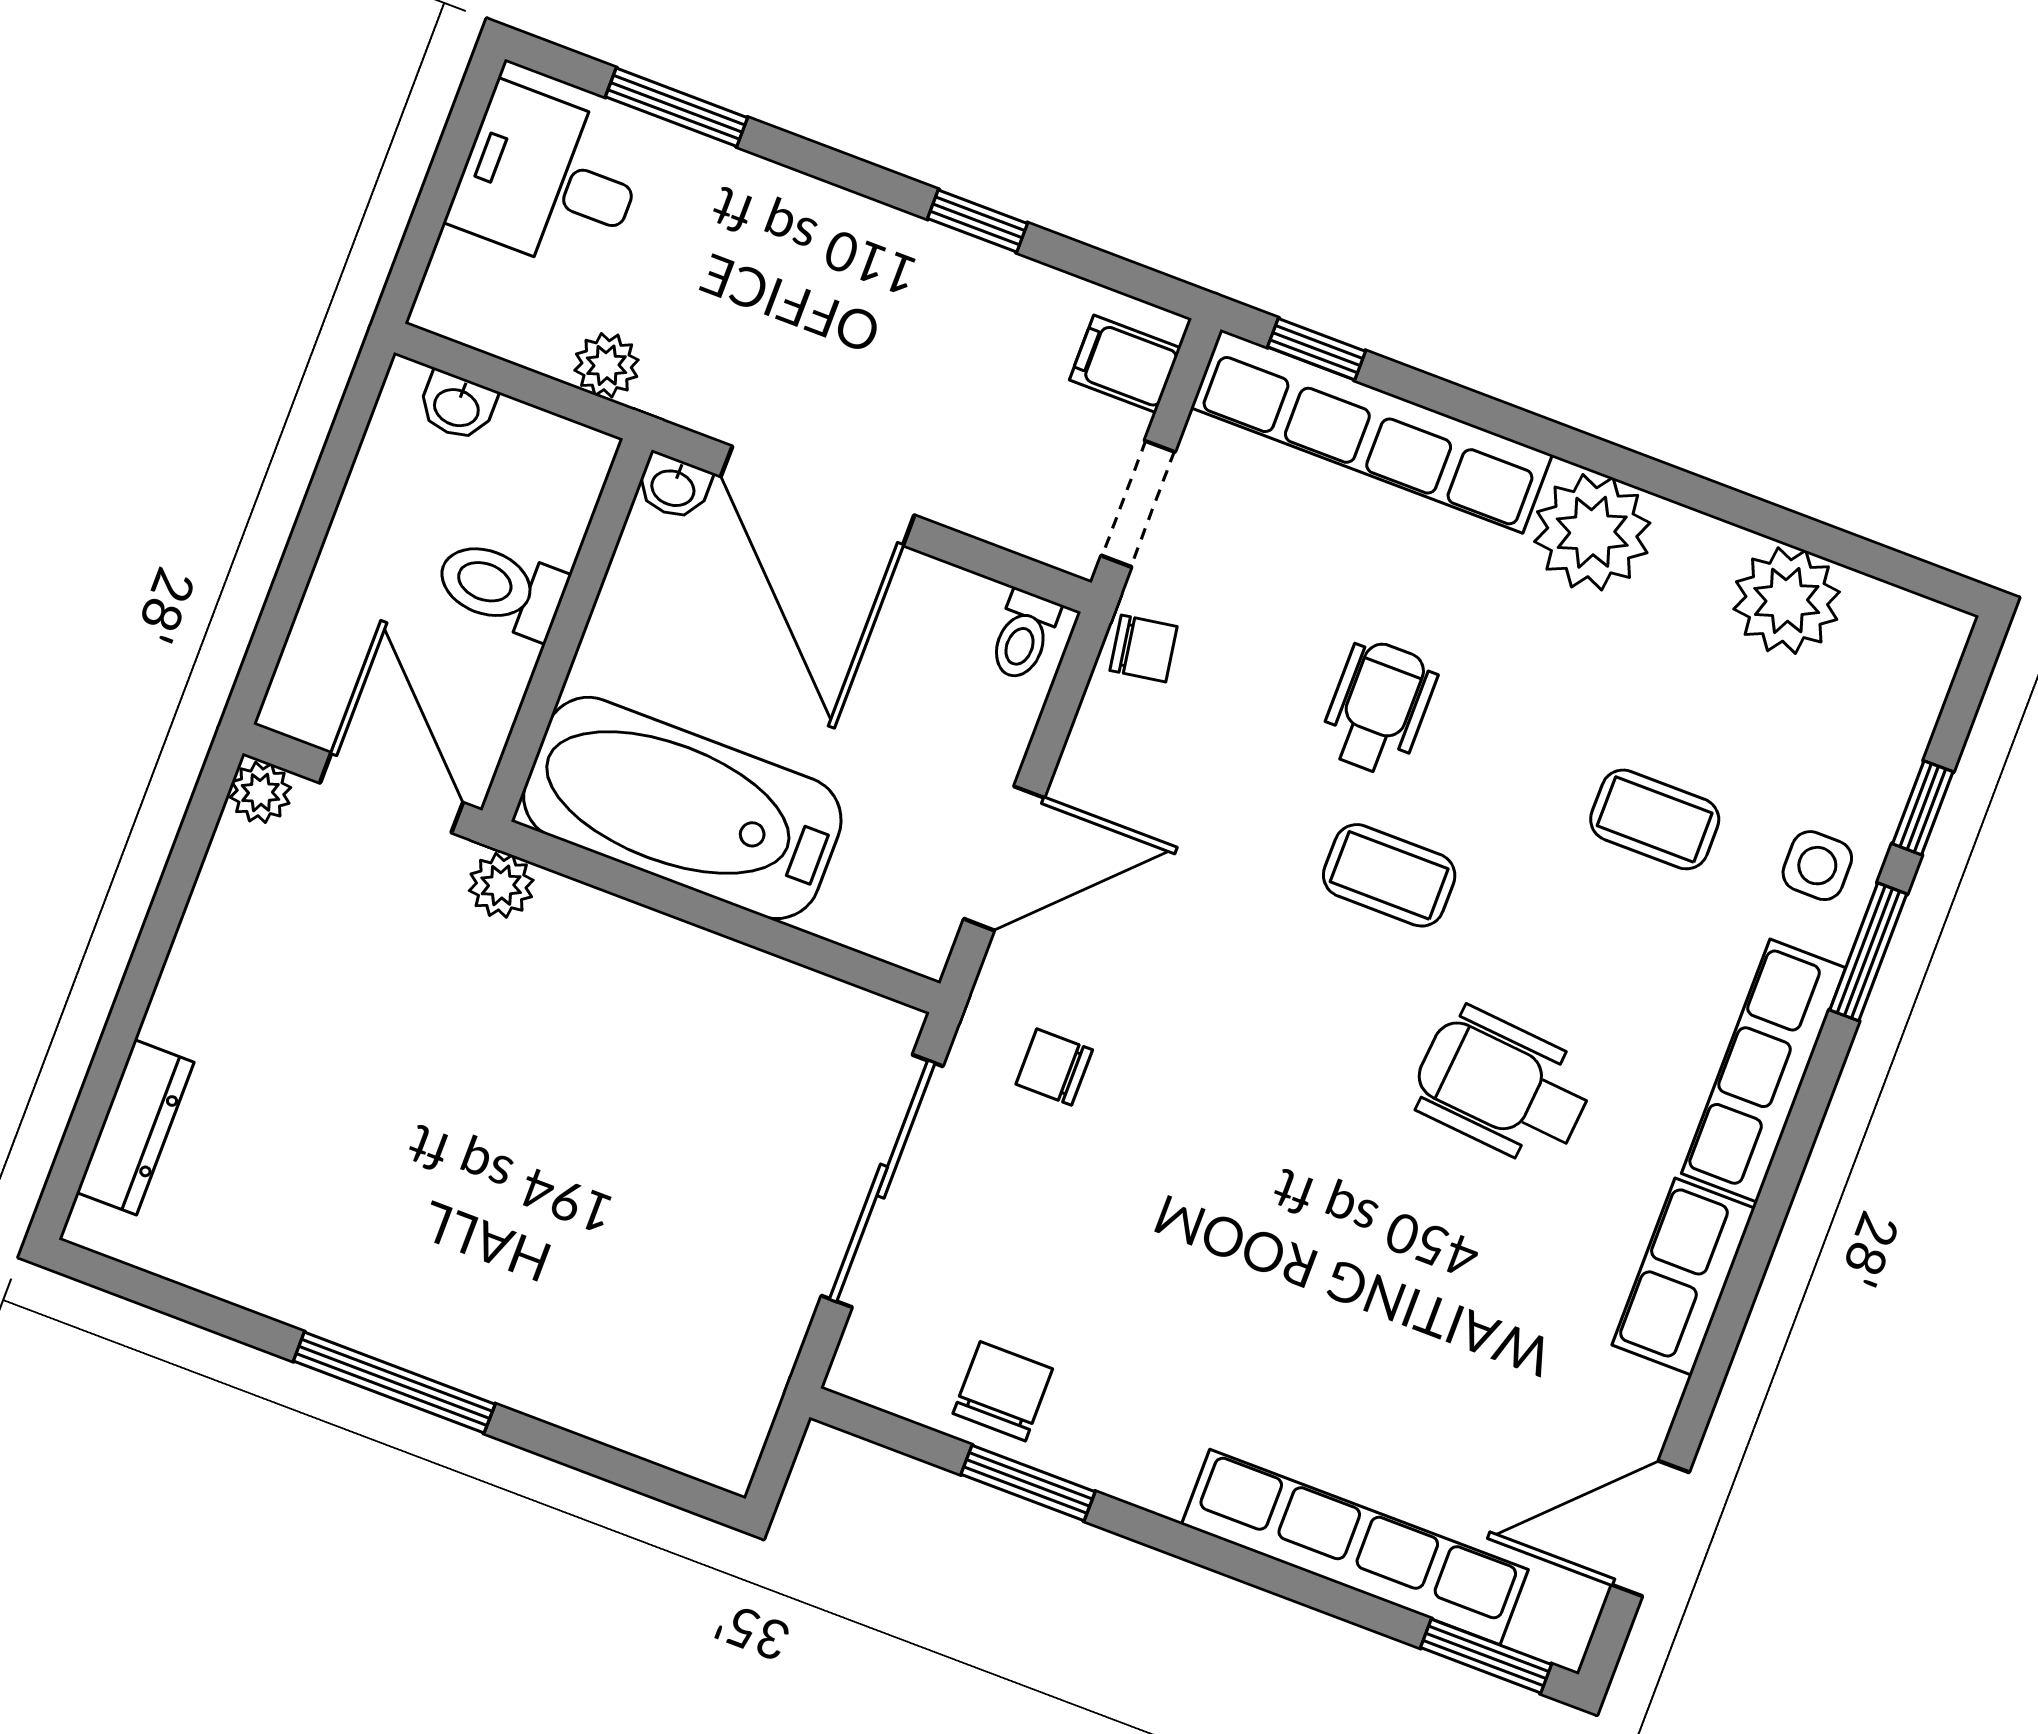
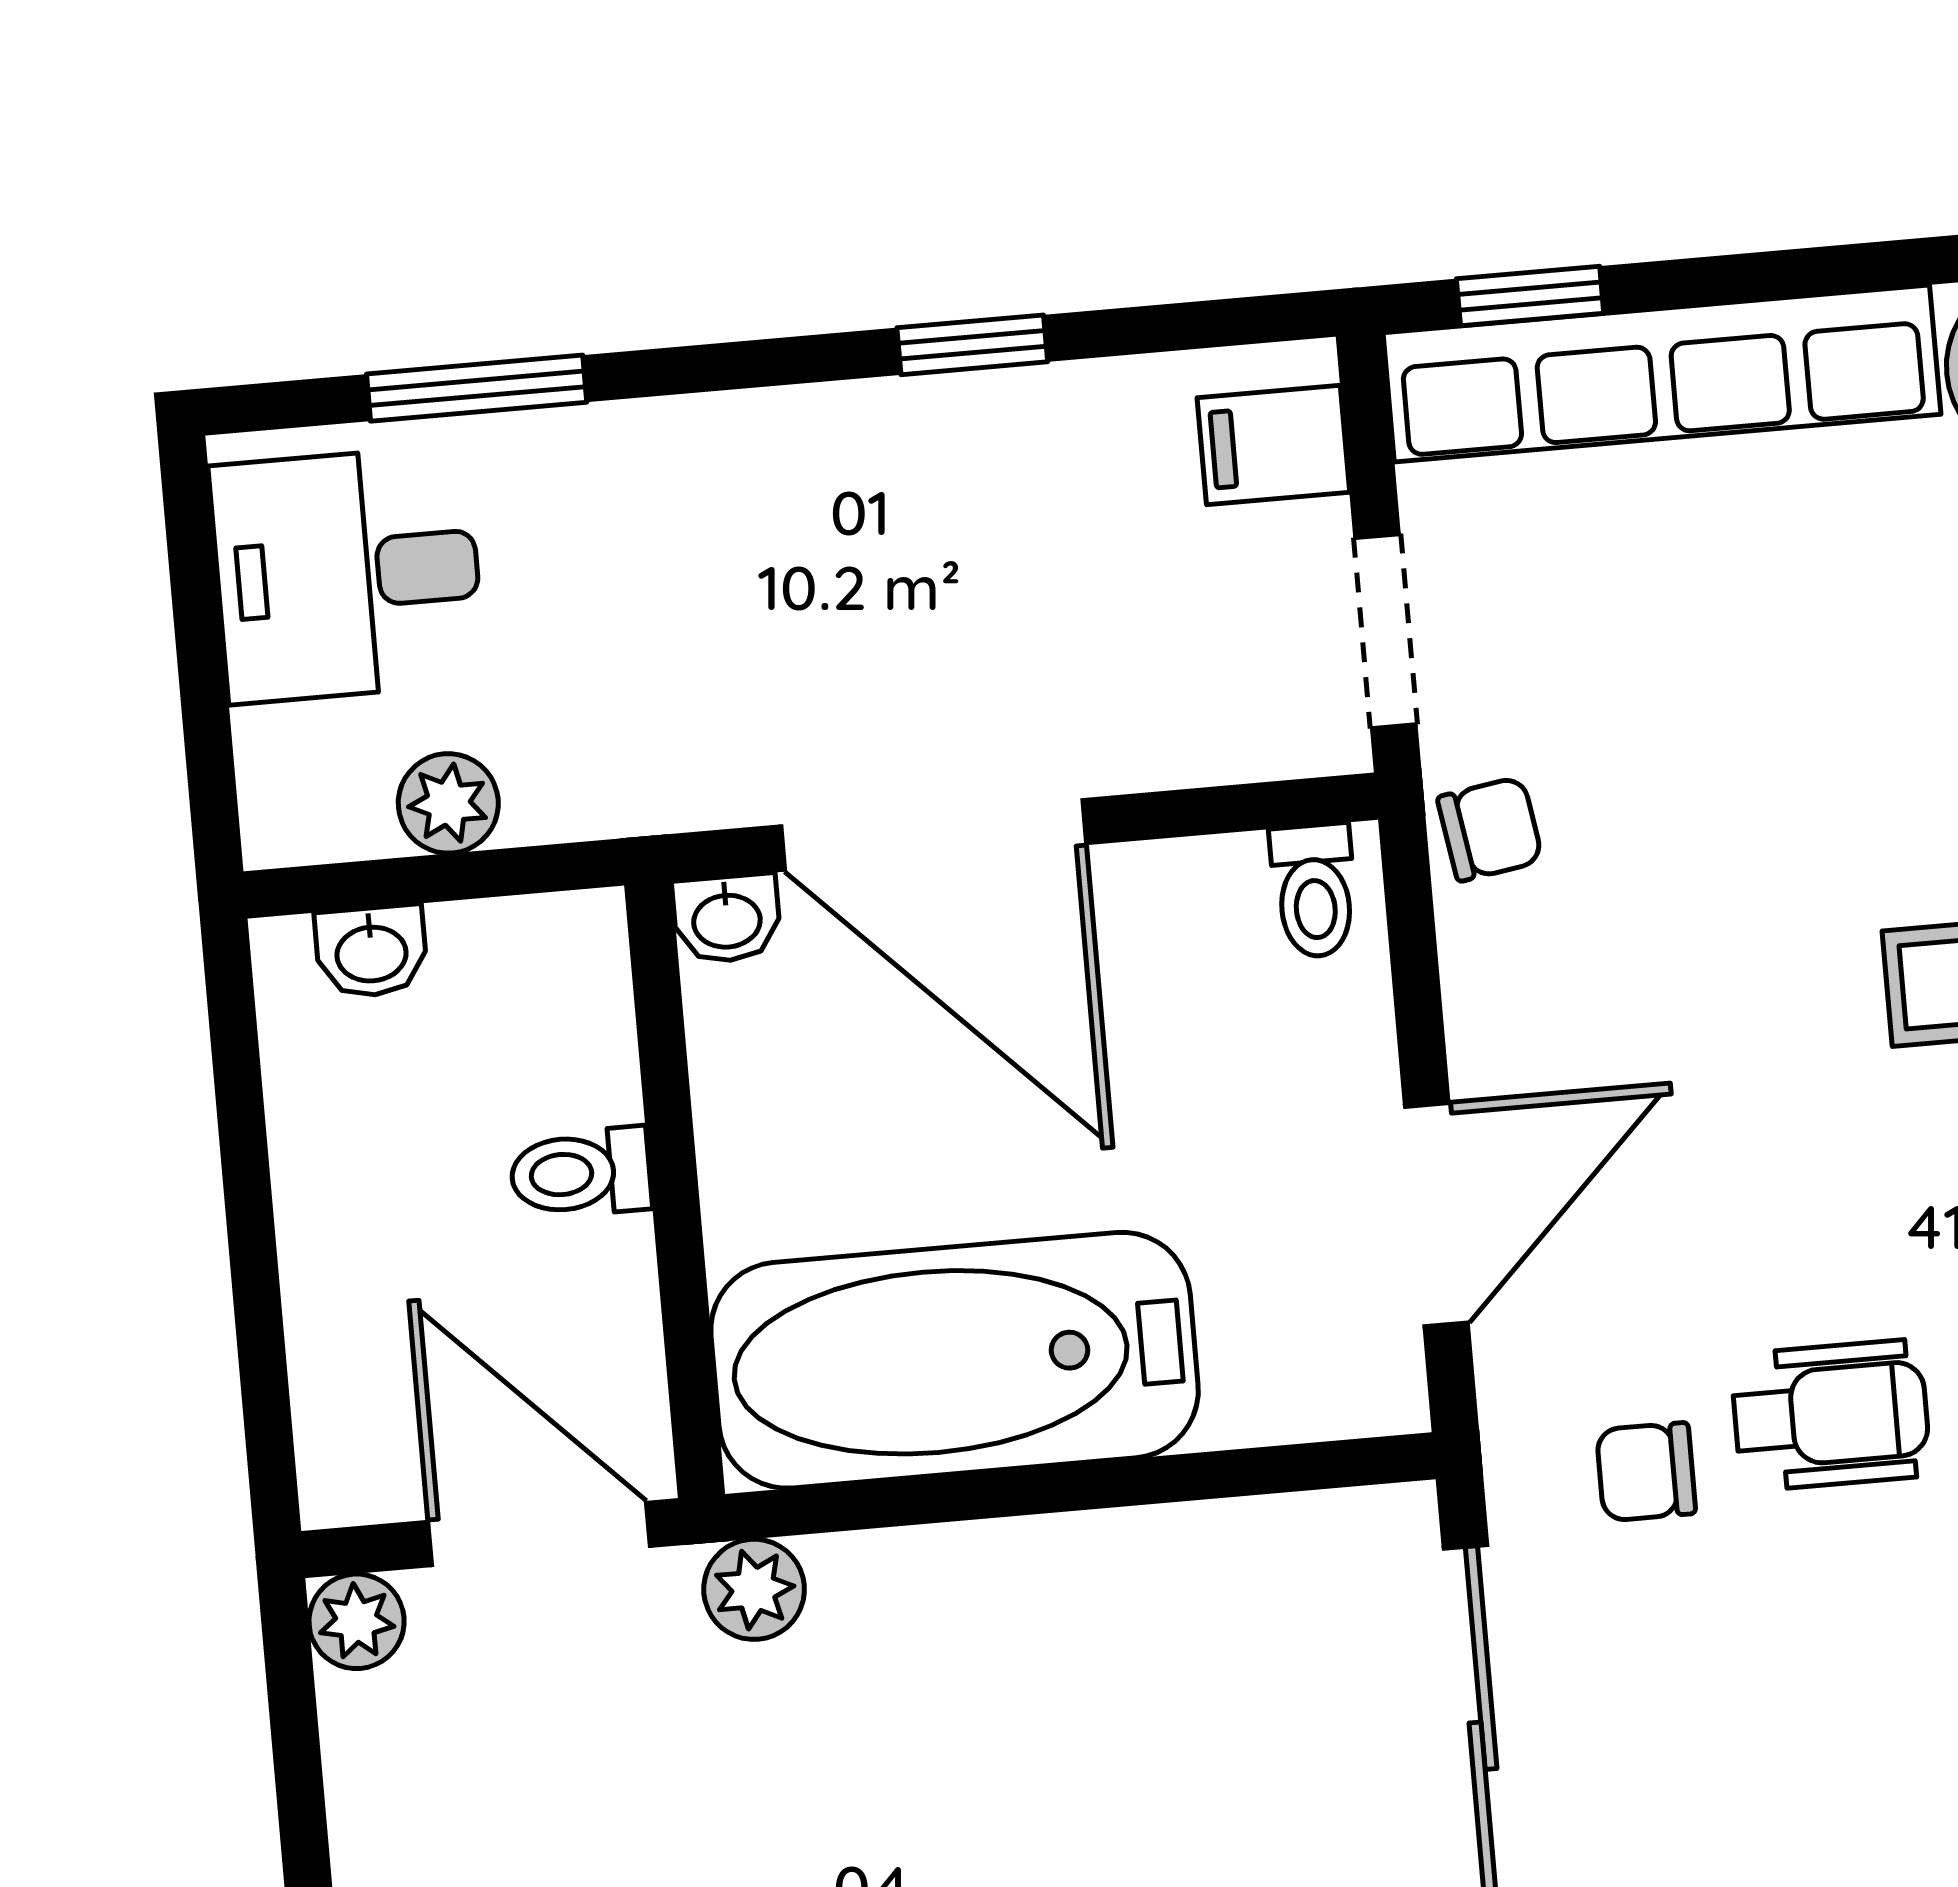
plant: (607, 365) -> (448, 803), moved
toilet: (501, 588) -> (581, 1173), width x0.73, depth x0.72
wheelchair: (1378, 707) -> (1831, 1415), moved, turned 90

